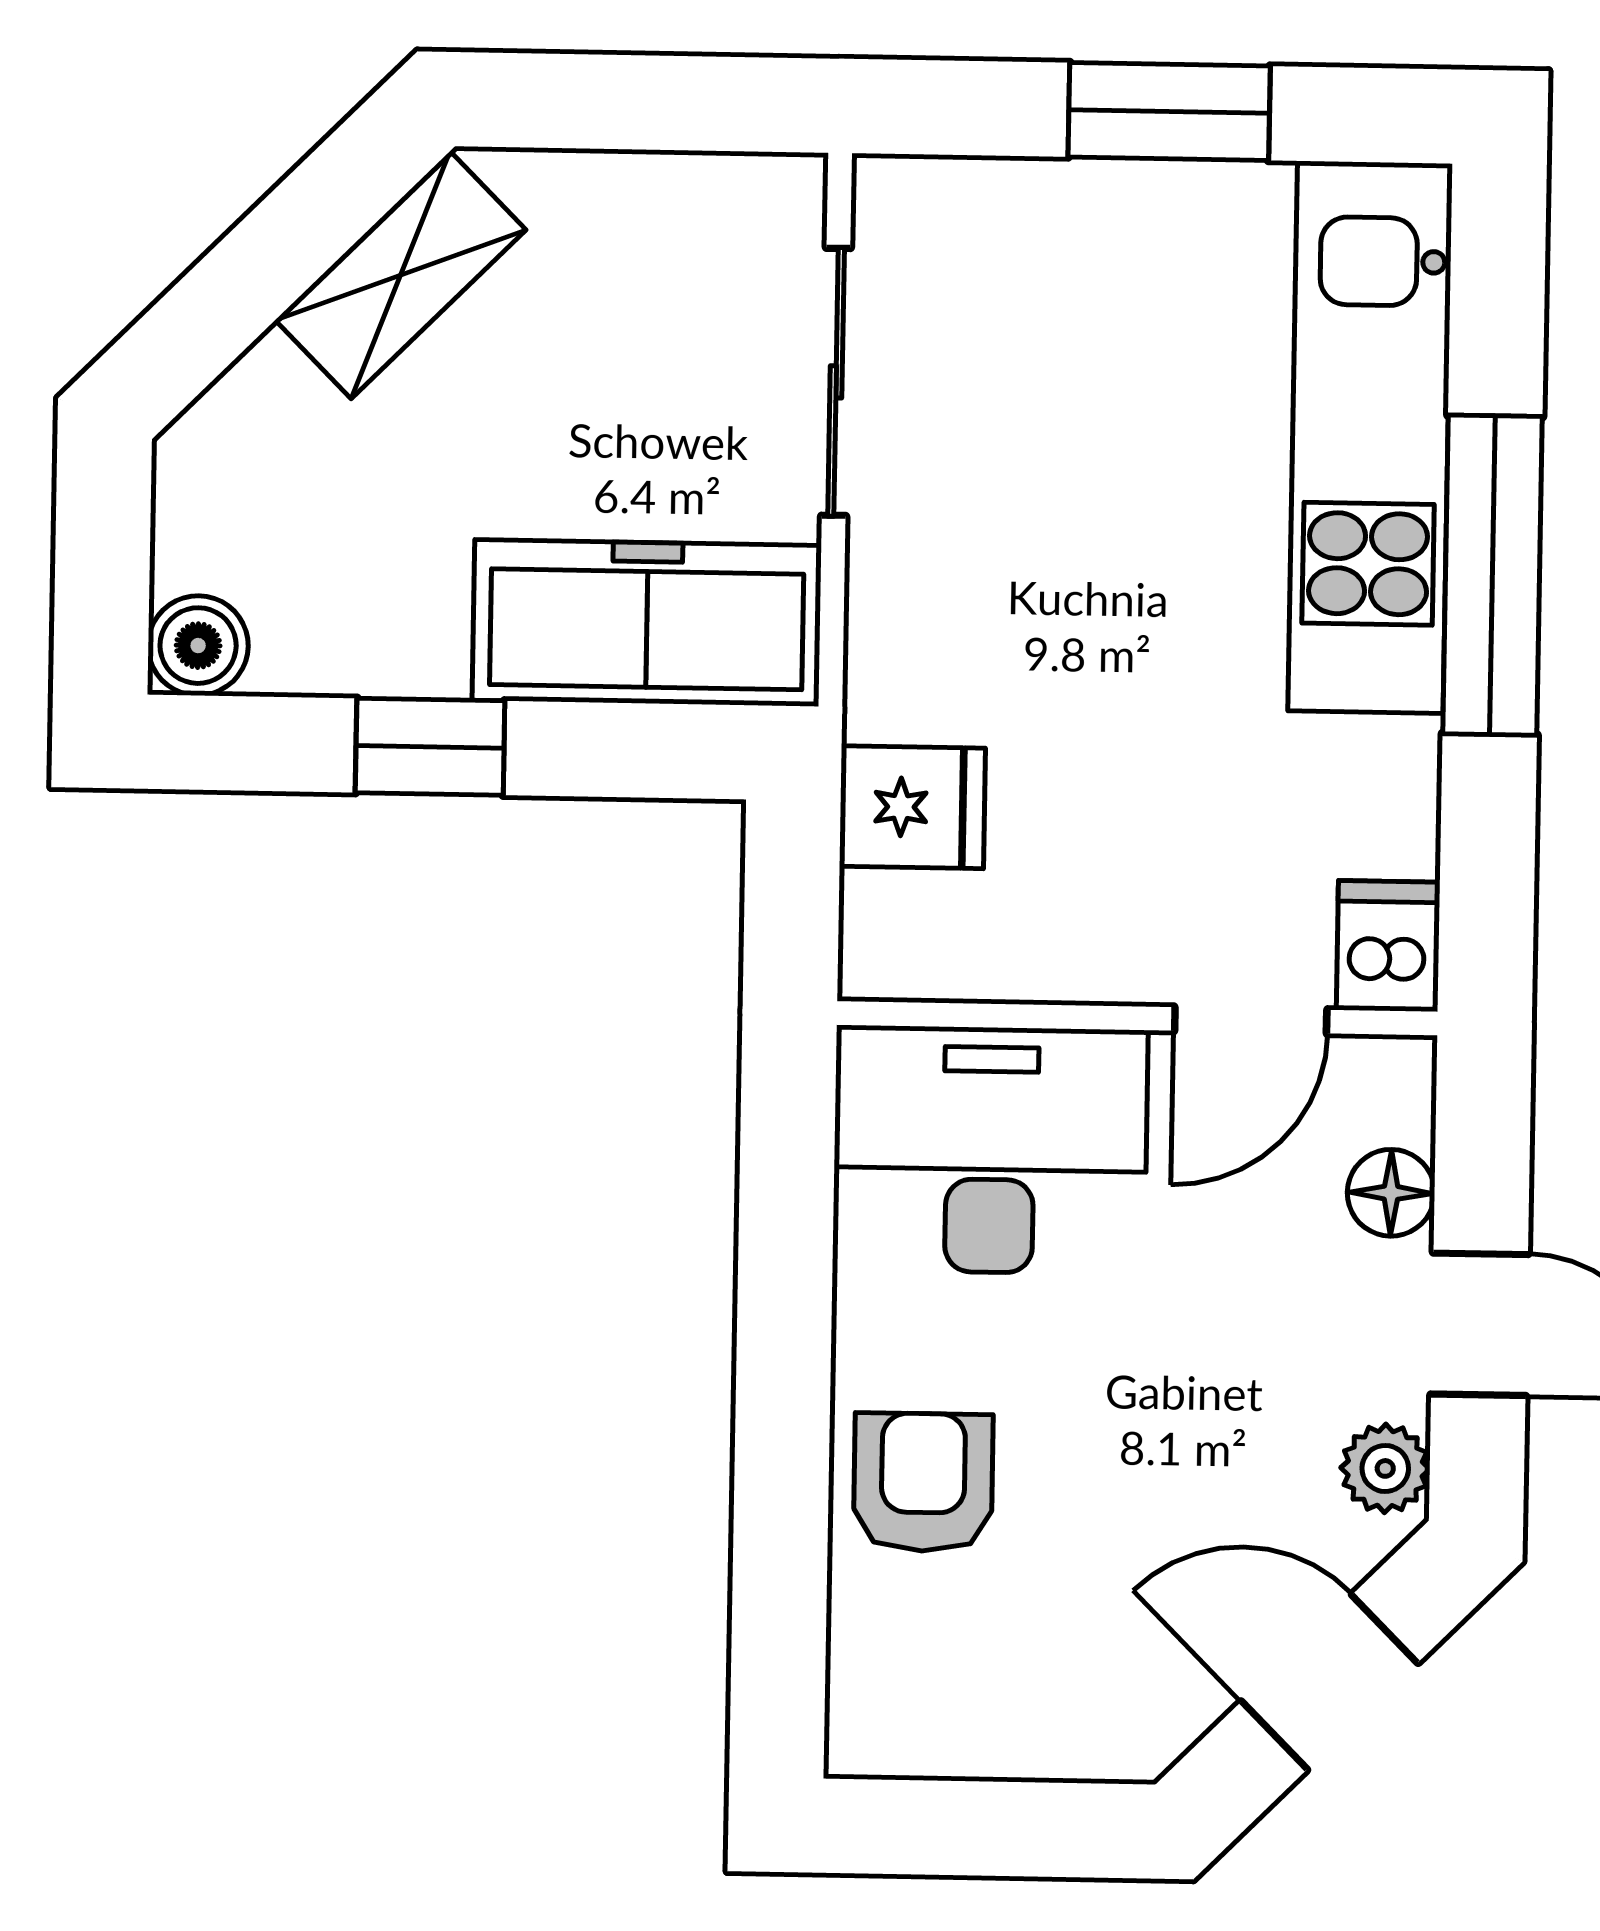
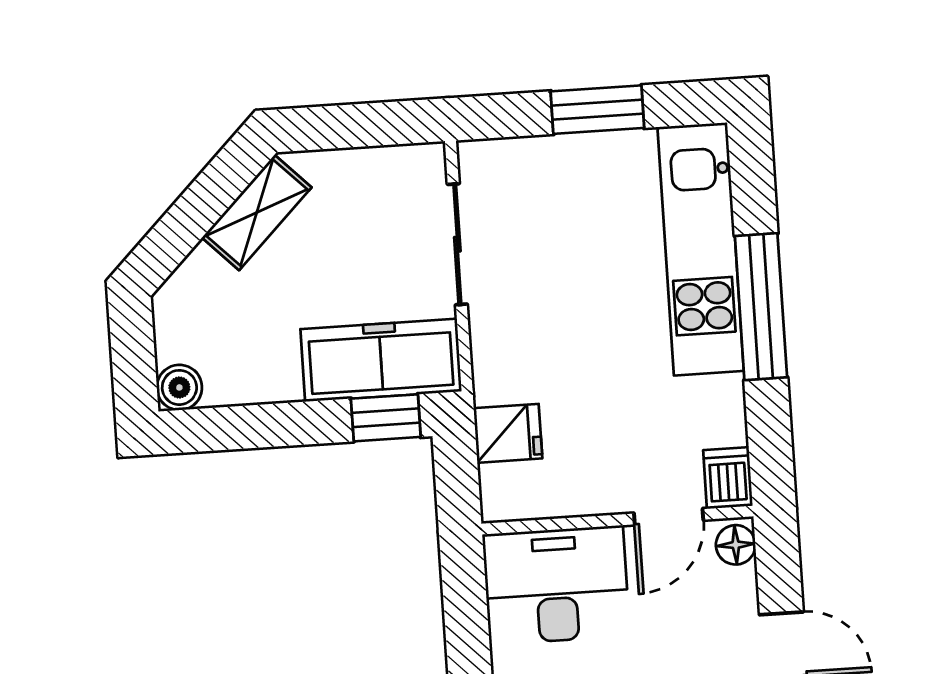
window: (430, 747) -> (386, 418), moved
floor lamp: (1391, 1193) -> (736, 545), moved

